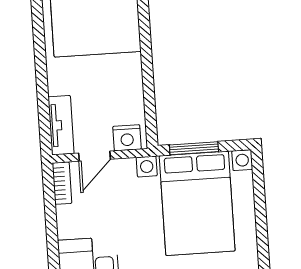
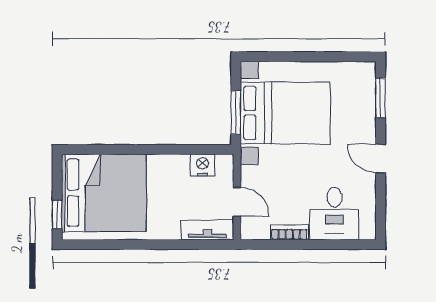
nightstand: (127, 138) -> (203, 165), moved, turned -90
bookcase: (62, 183) -> (289, 232), moved

